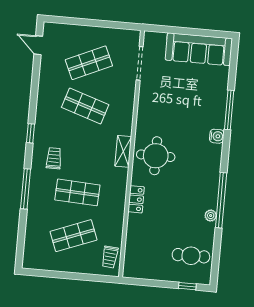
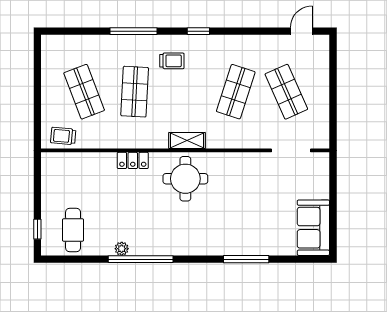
sofa: (199, 49) -> (313, 228), width x0.73
water cooler: (217, 136) -> (214, 248), removed

